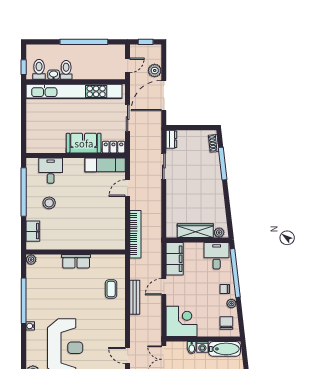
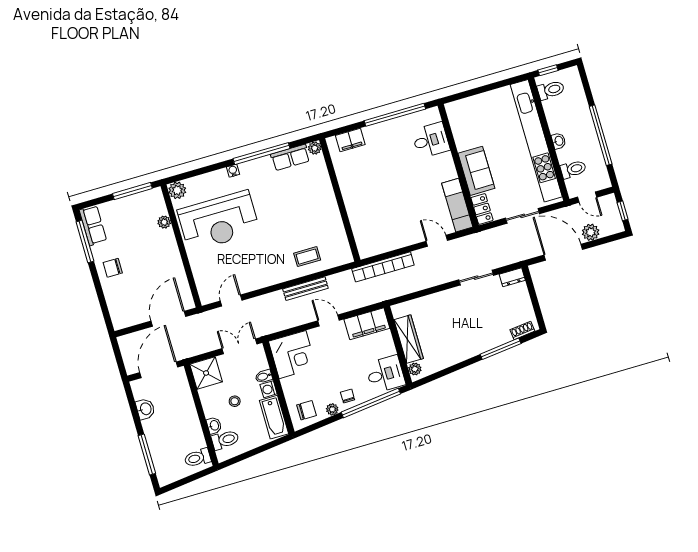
toilet: (66, 70) -> (573, 169), moved
washbasin: (54, 75) -> (559, 141), moved
stool: (49, 203) -> (391, 150), removed
row of seats: (76, 261) -> (290, 158), moved, turned -90

